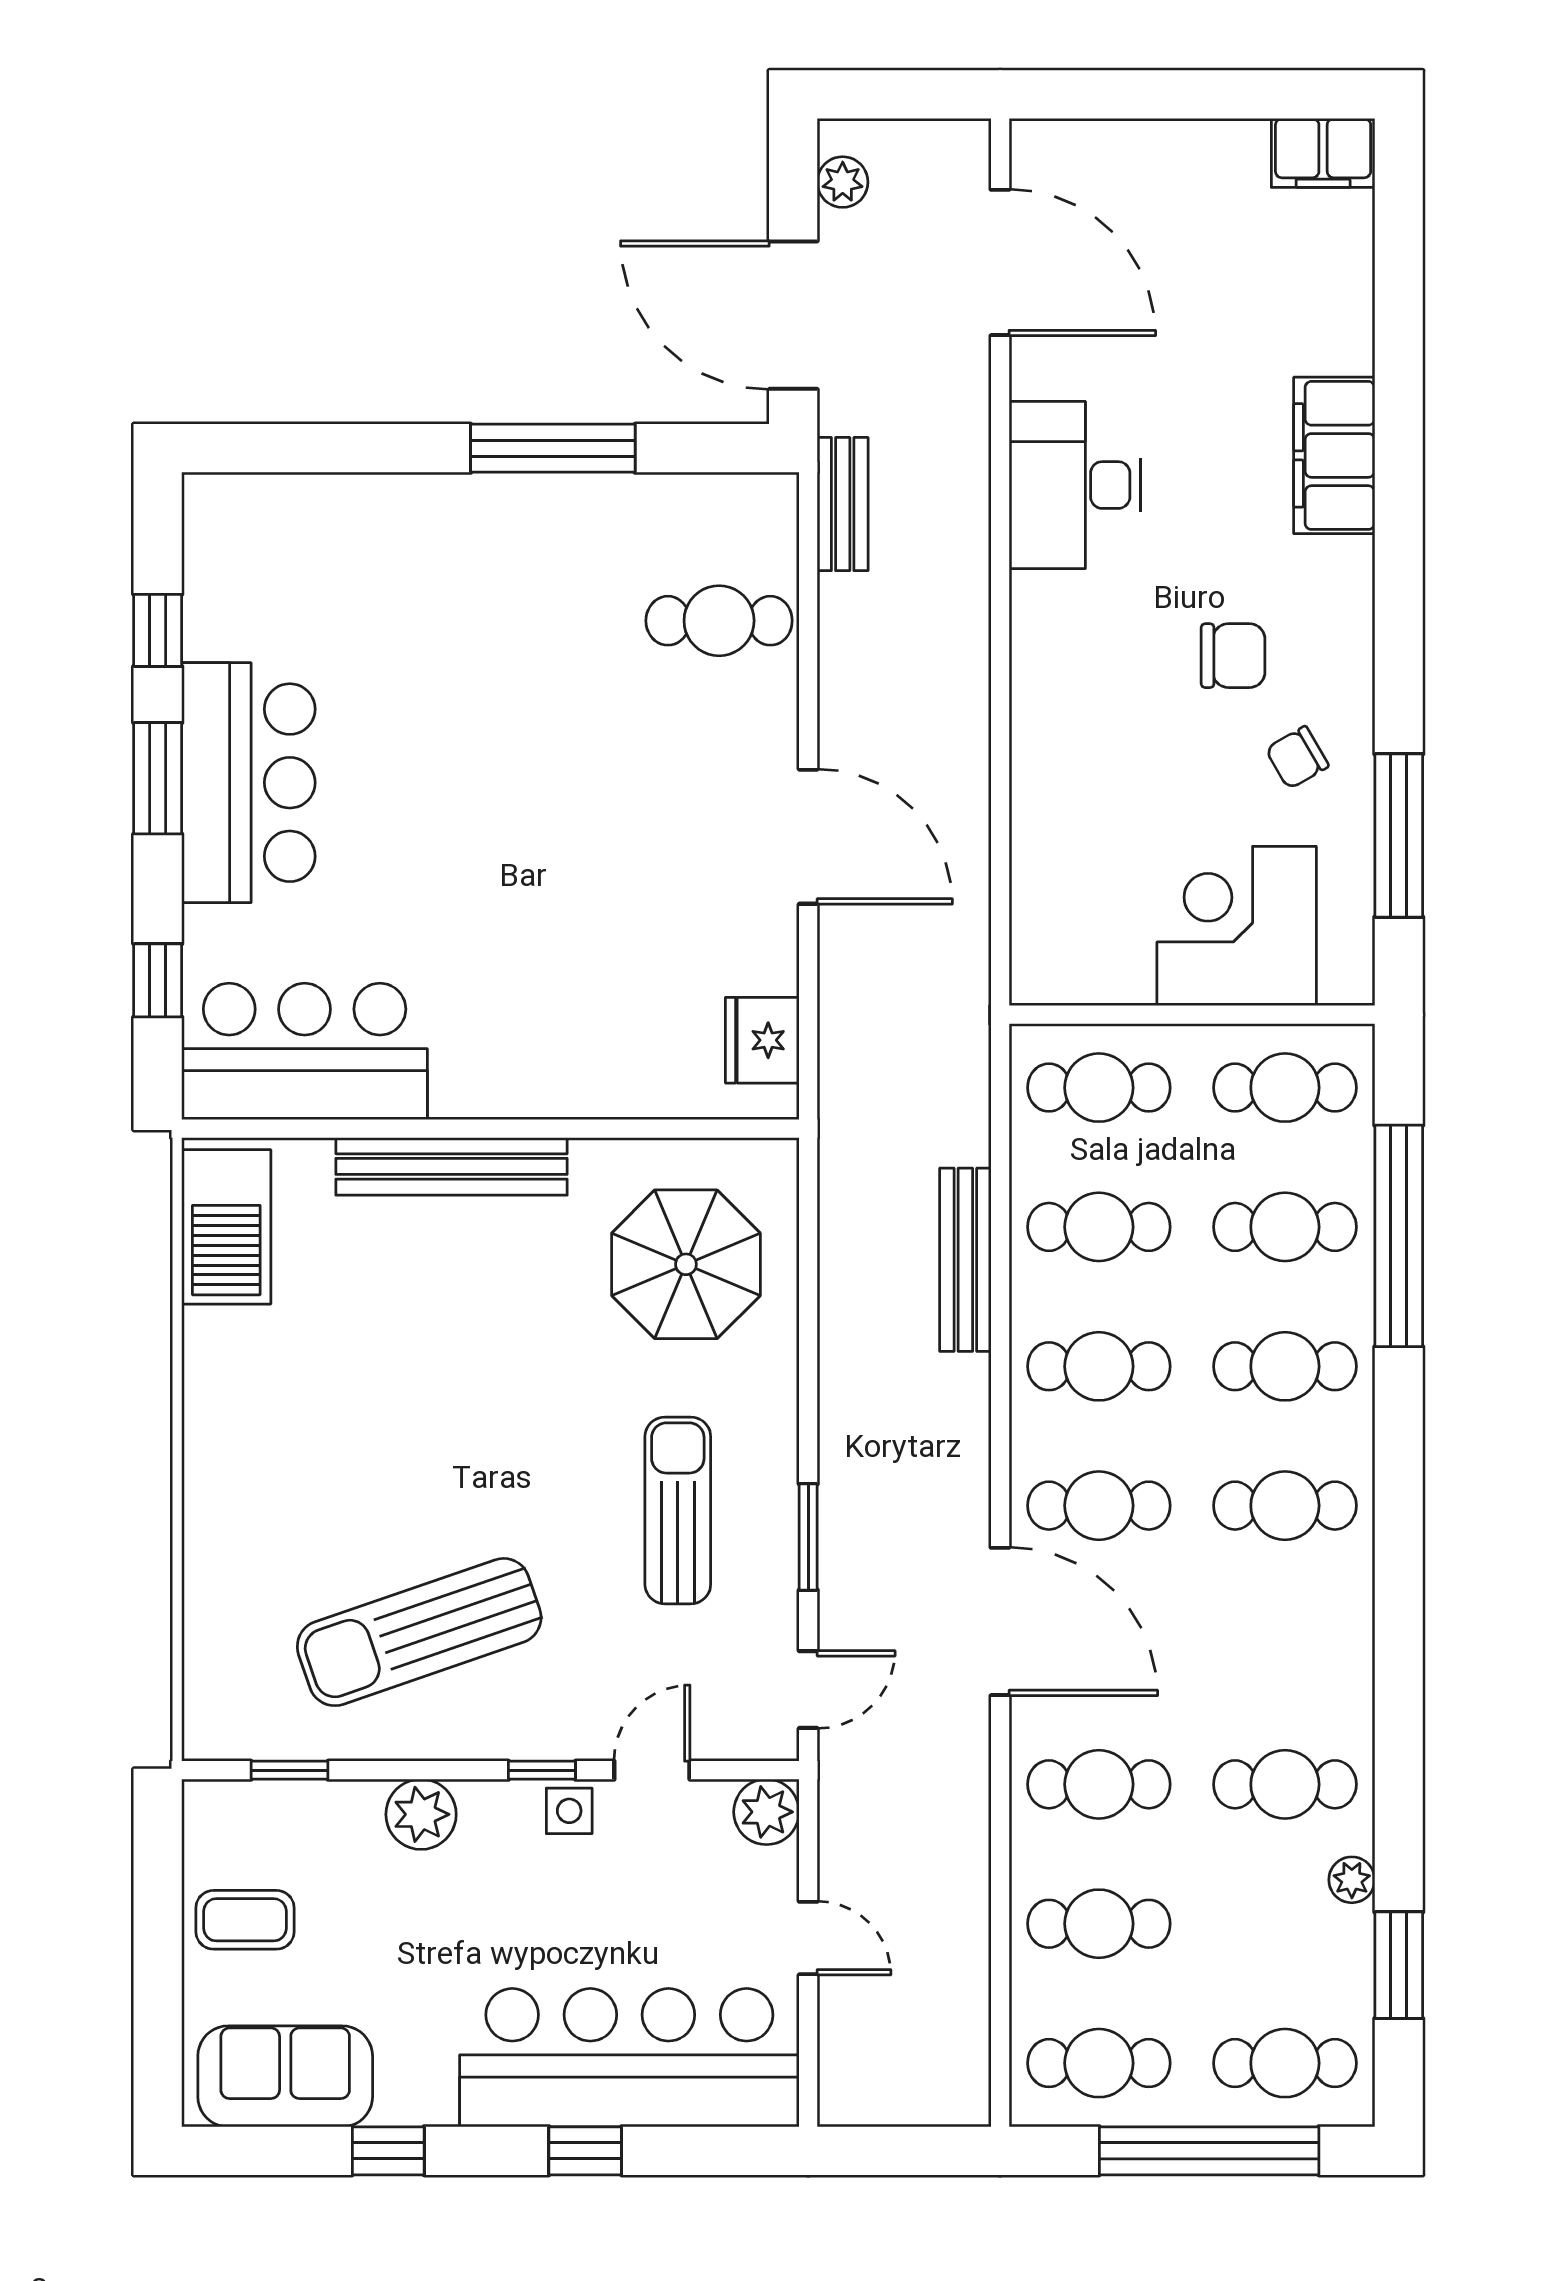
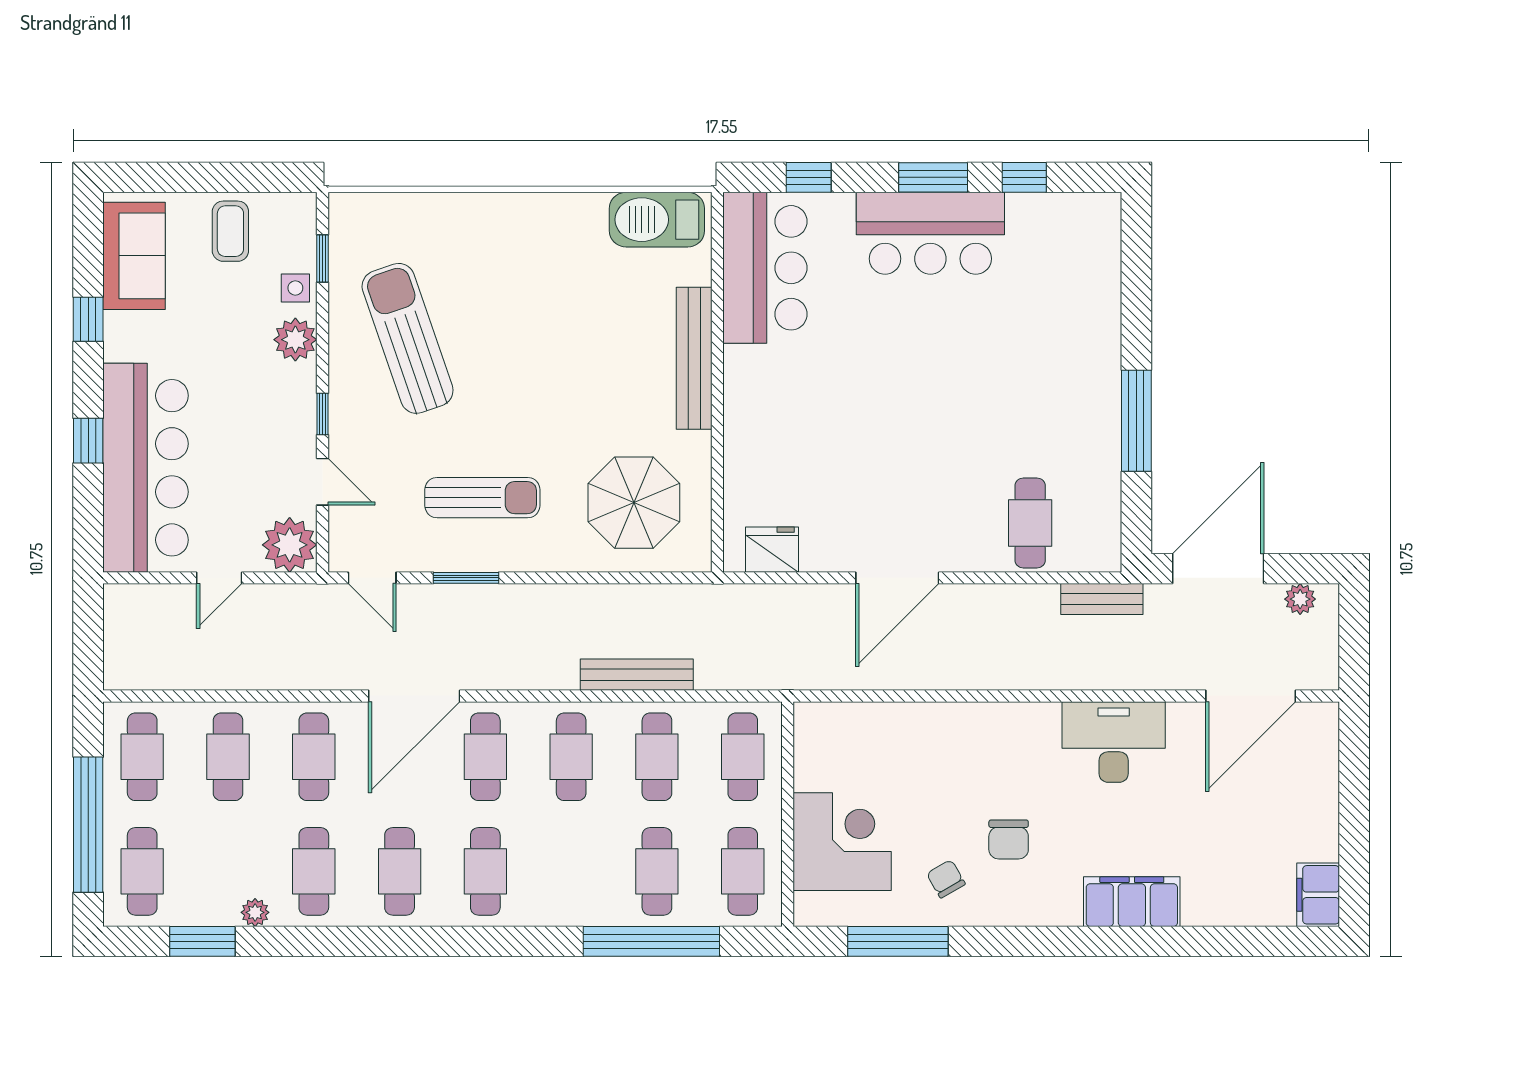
cafe table: (1285, 1366) -> (400, 871), moved
side table: (569, 1811) -> (295, 288), moved
plant: (766, 1812) -> (290, 545), width x1.36, depth x1.36

